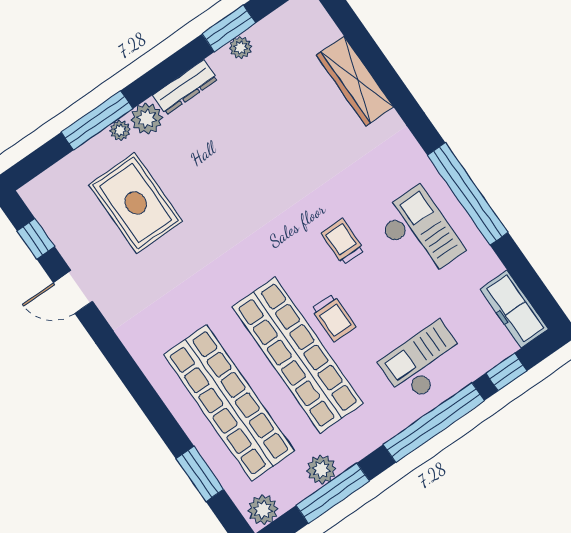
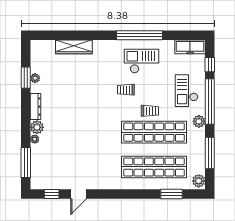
window: (97, 120) -> (26, 162), moved
rug: (136, 203) -> (63, 151), removed
plant: (321, 470) -> (199, 121), moved

